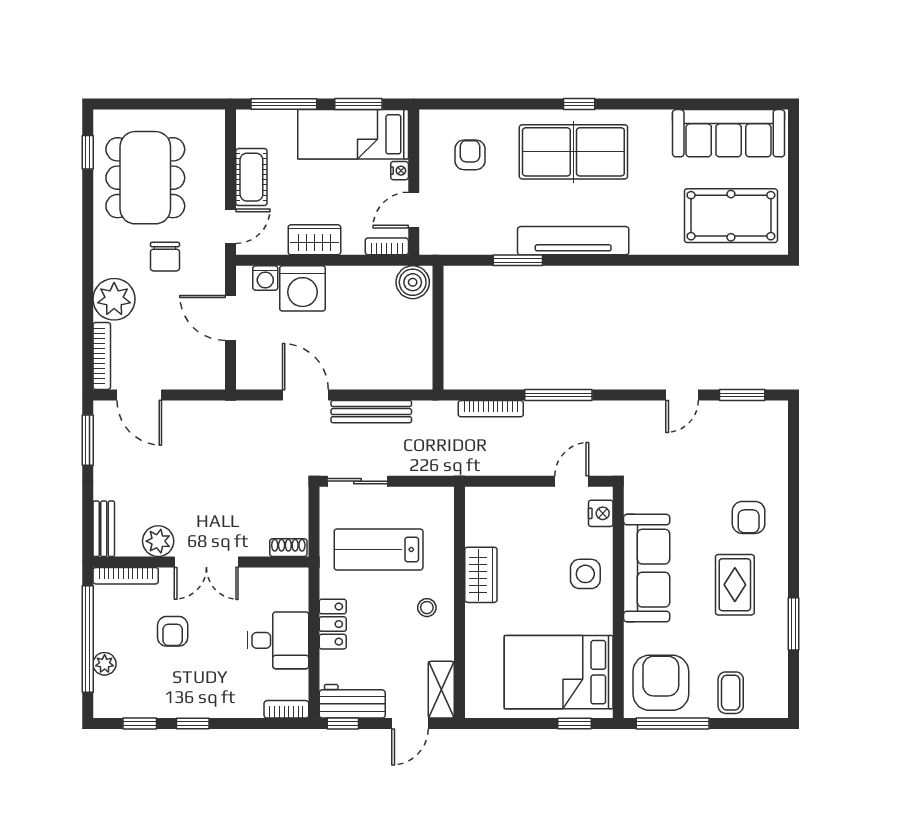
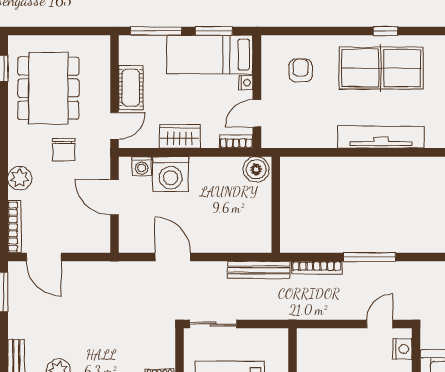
window: (518, 260) -> (338, 152), removed
plant: (114, 299) -> (20, 178), width x0.73, depth x0.73
bench: (371, 412) -> (259, 270), moved

